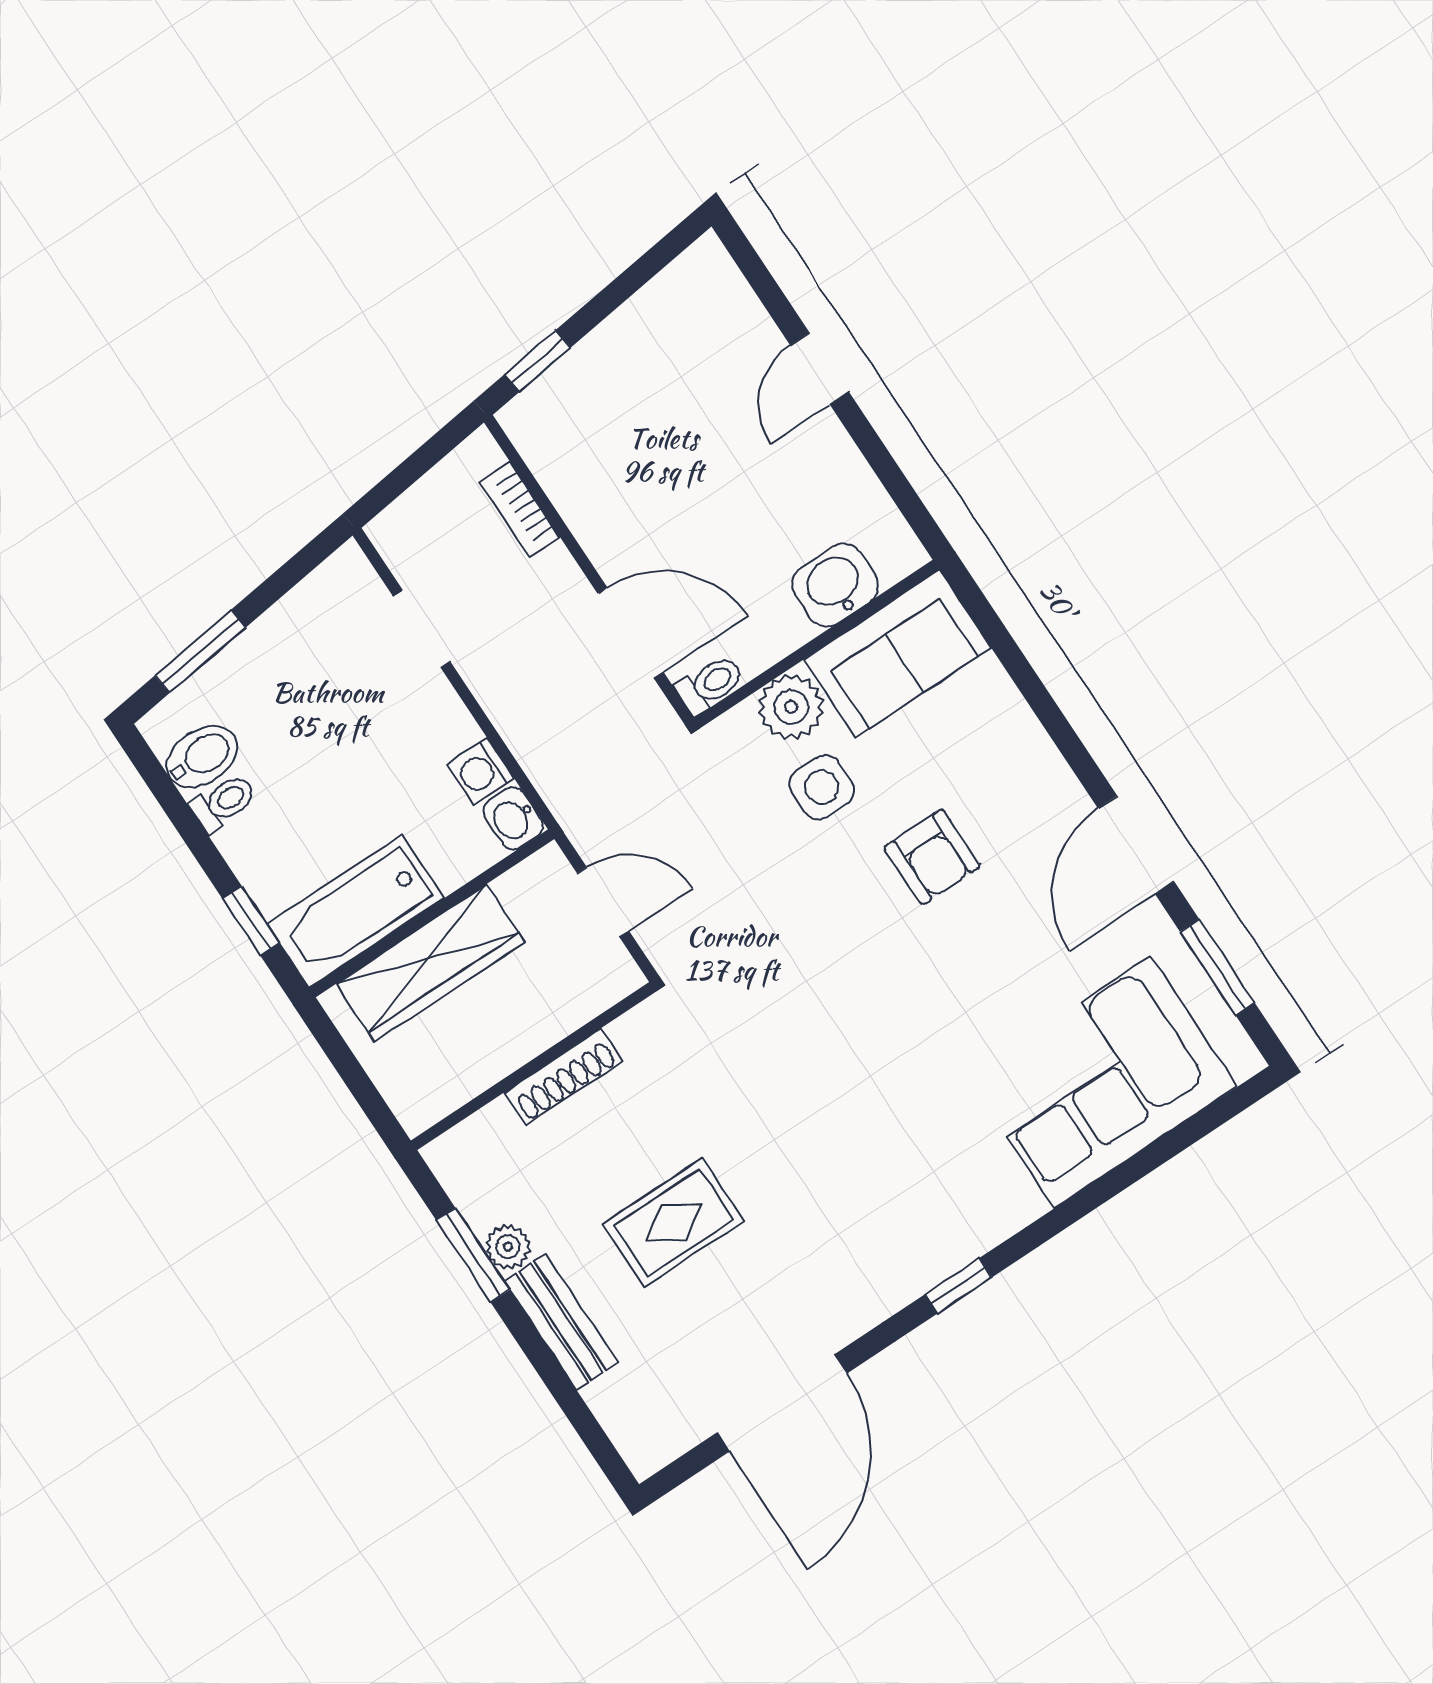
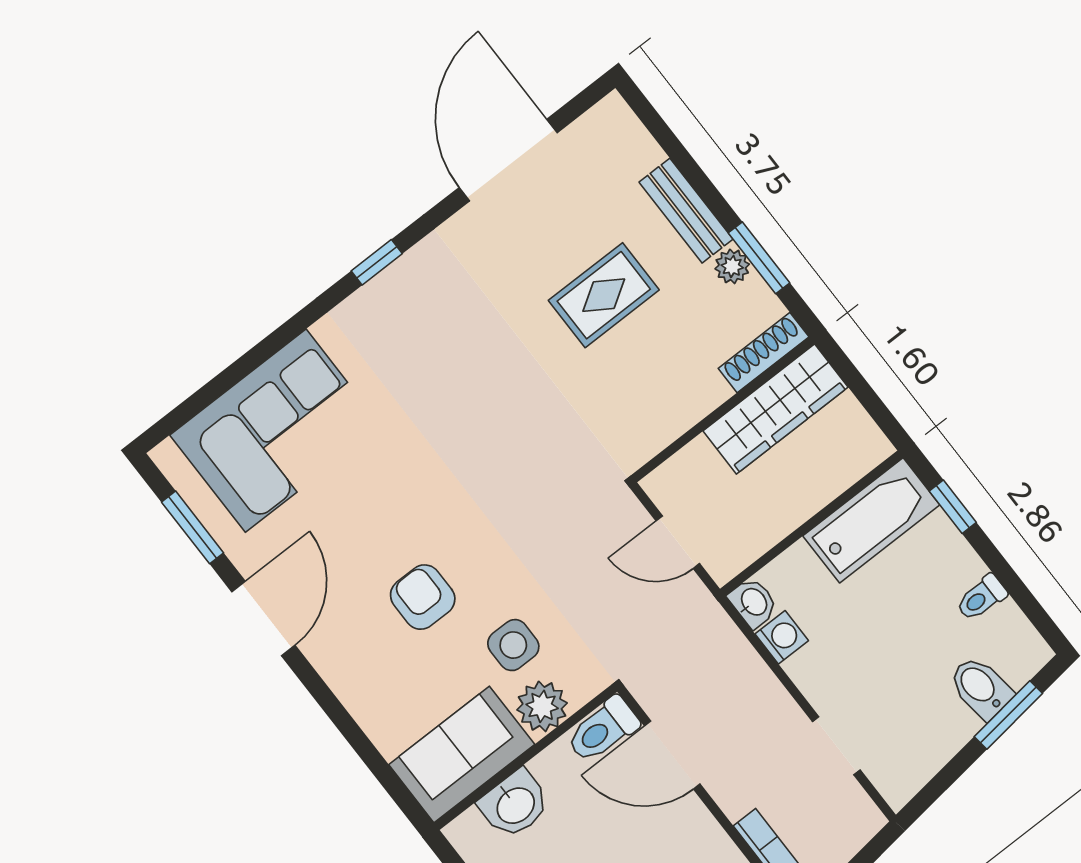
toilet: (710, 684) -> (603, 730), width x1.37, depth x1.39
bidet: (202, 757) -> (980, 687), moved, turned 83
wardrobe: (430, 963) -> (776, 409), moved, turned 180
shoe rack: (563, 1077) -> (764, 353), moved

